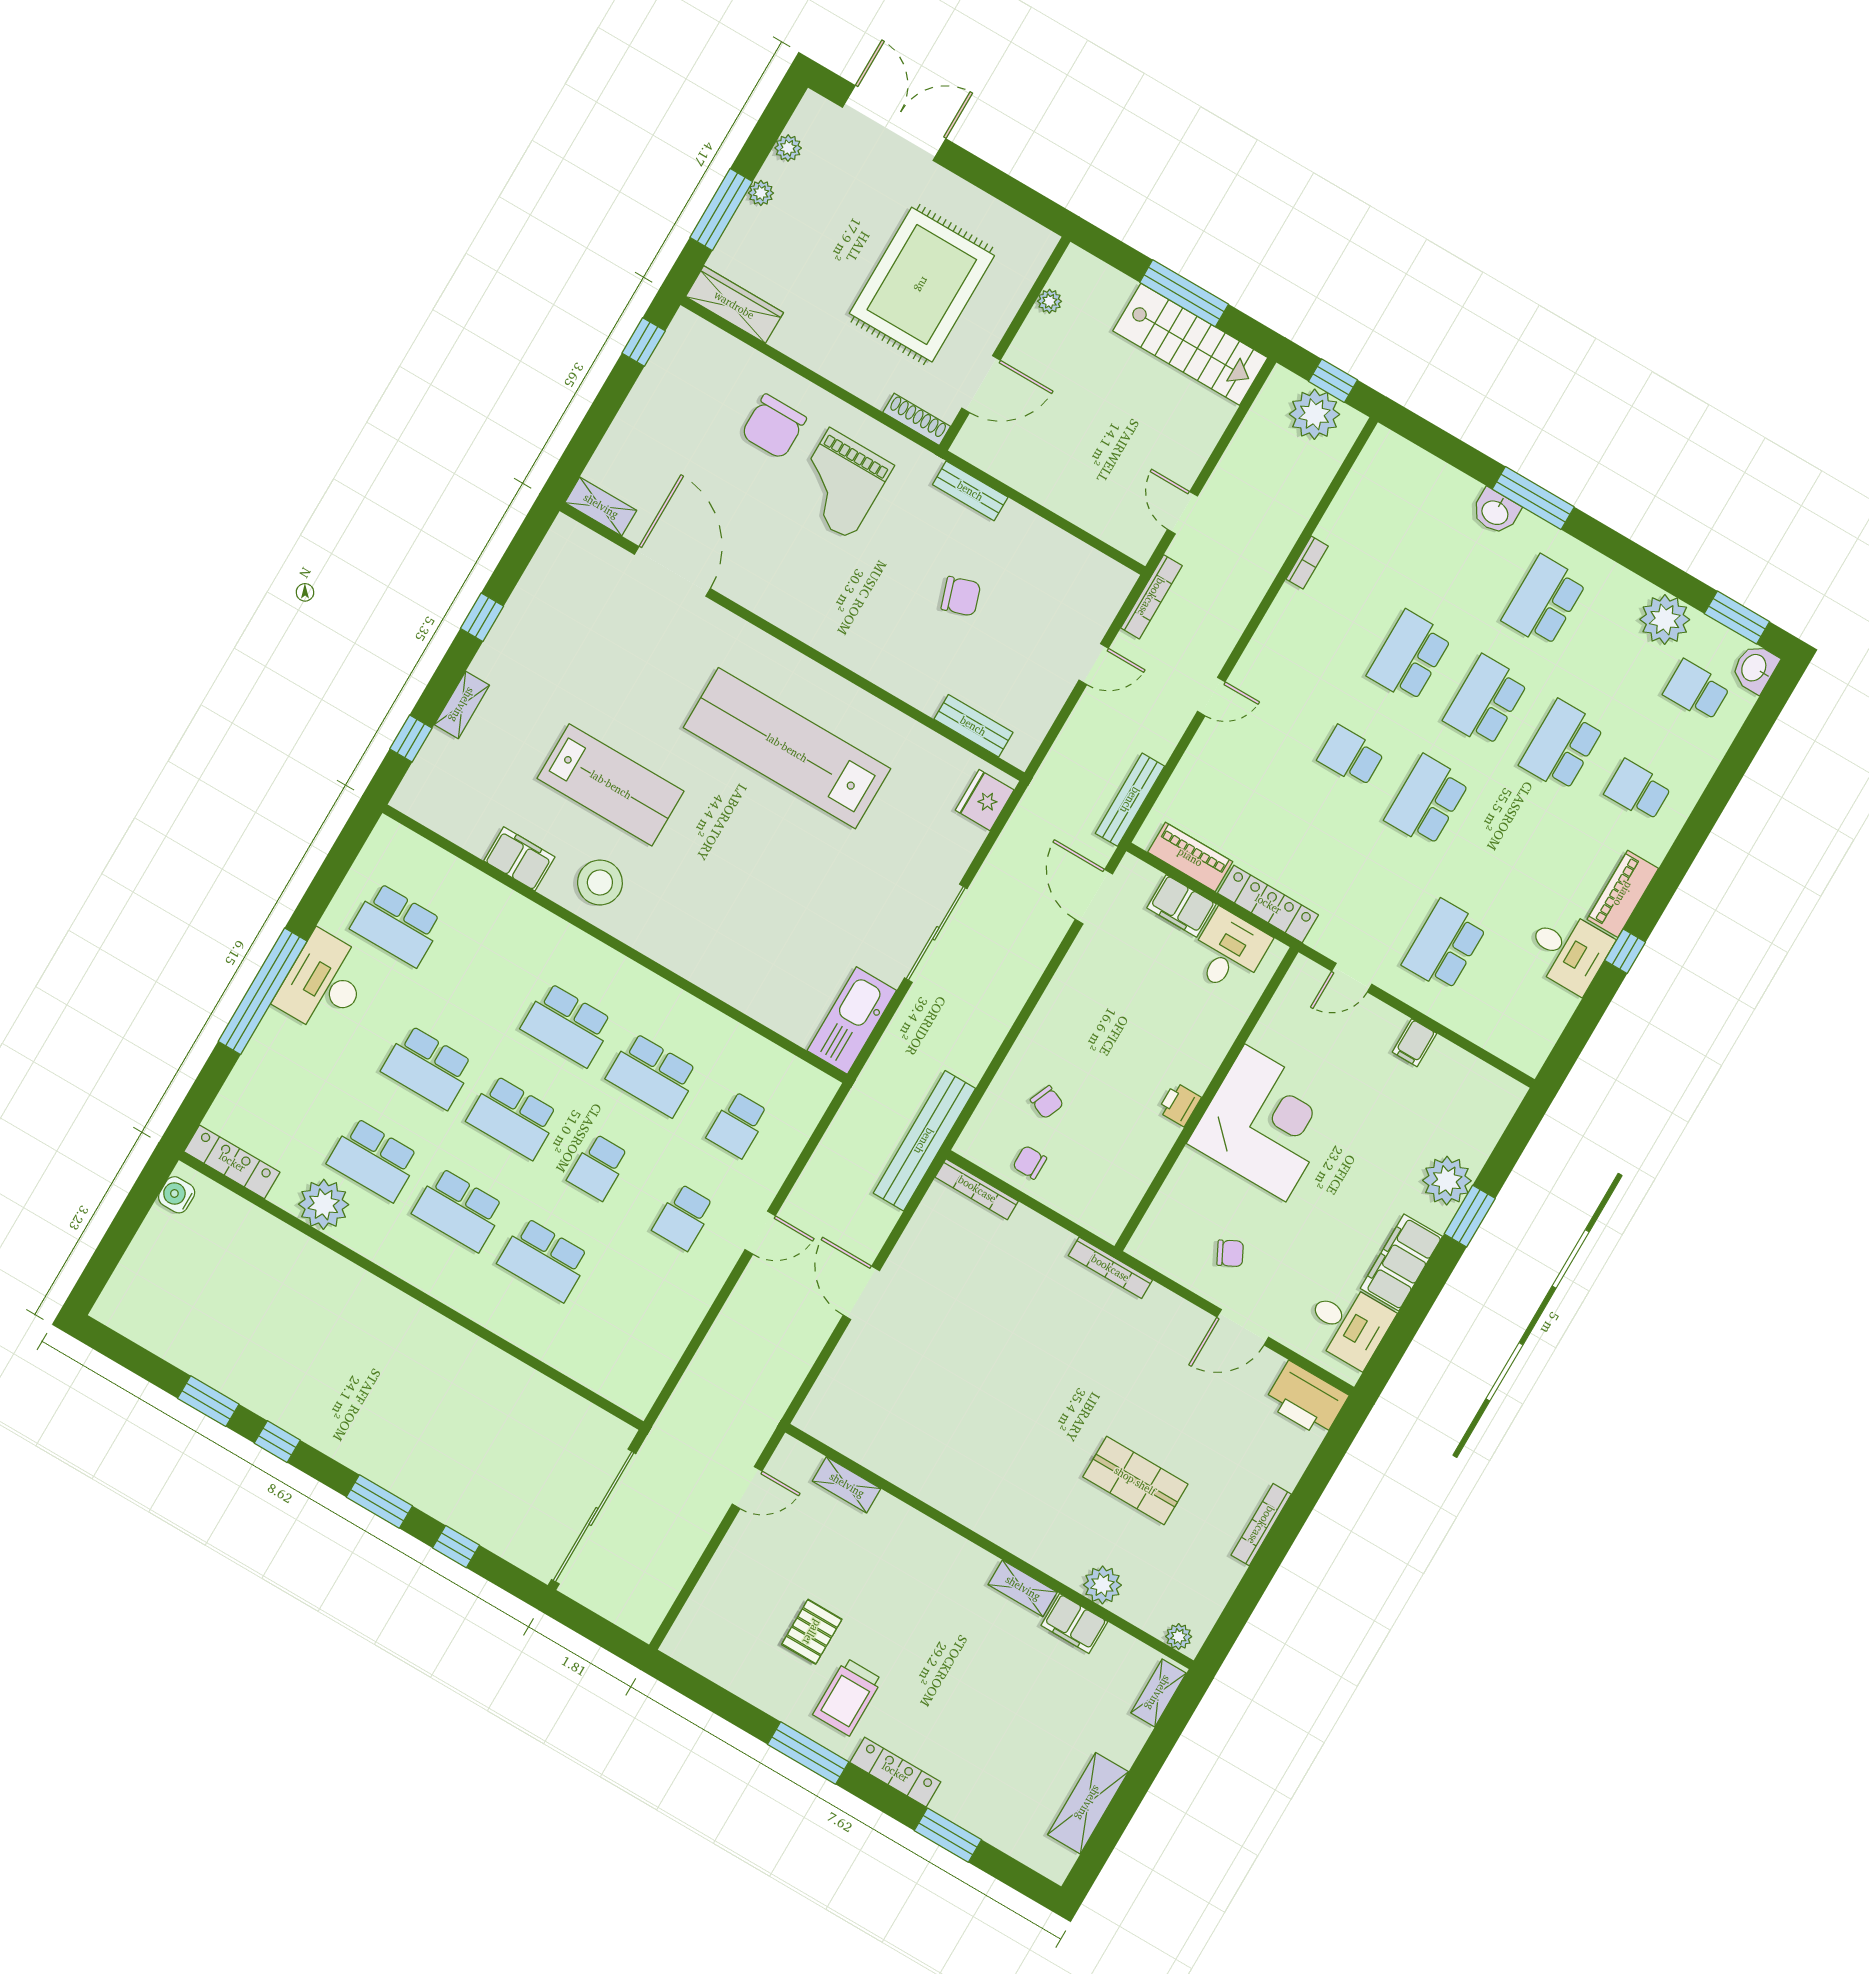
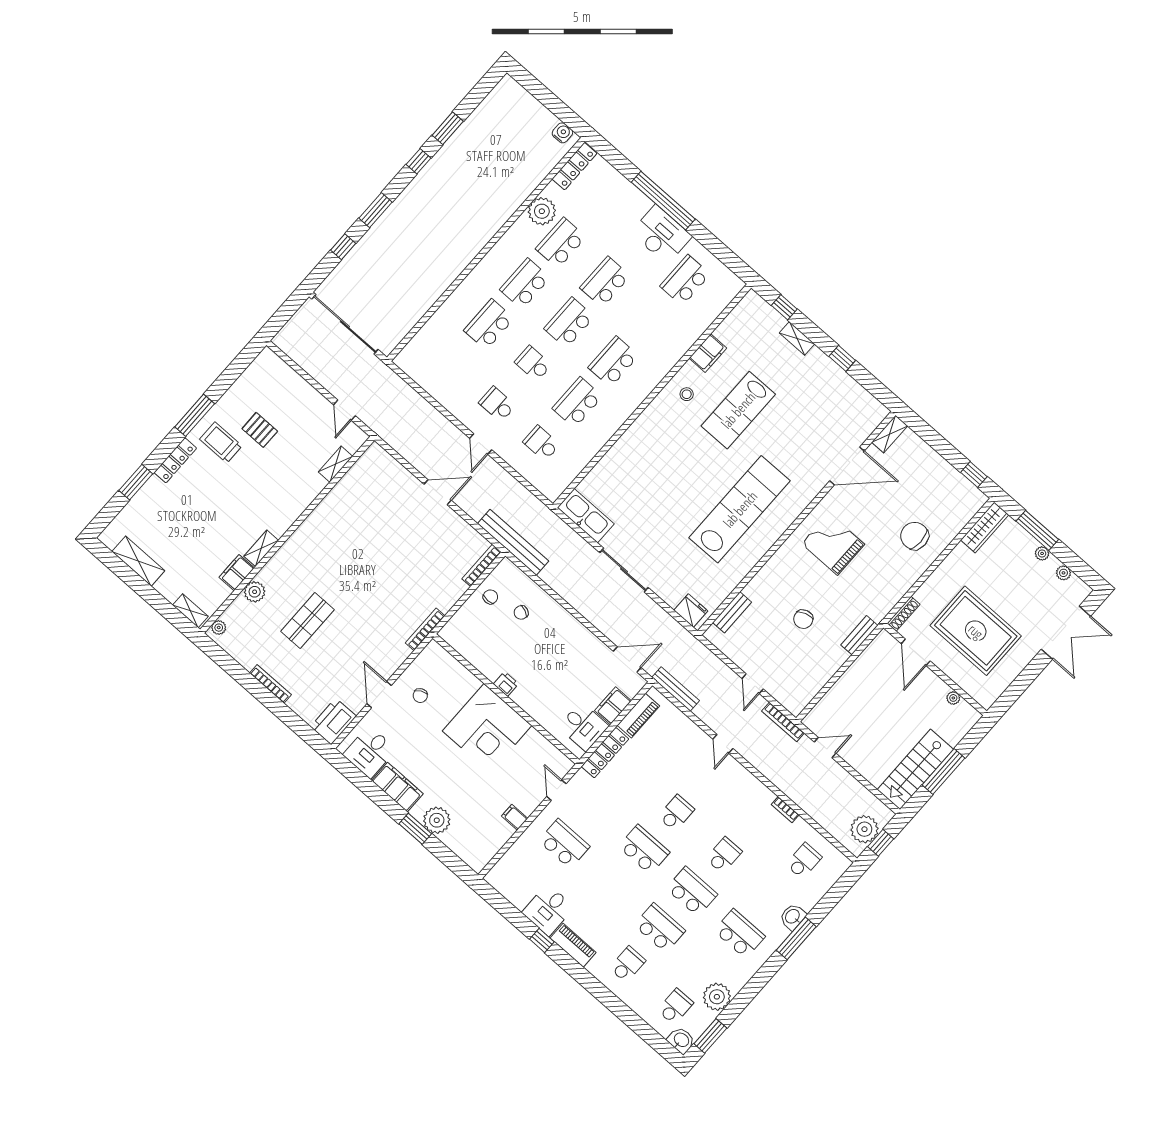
grand piano: (840, 484) -> (833, 544), moved
school desk: (1392, 512) -> (804, 861), added
school desk: (1409, 656) -> (724, 855), width x0.54
stool: (600, 882) -> (687, 394), width x0.53, depth x0.53

